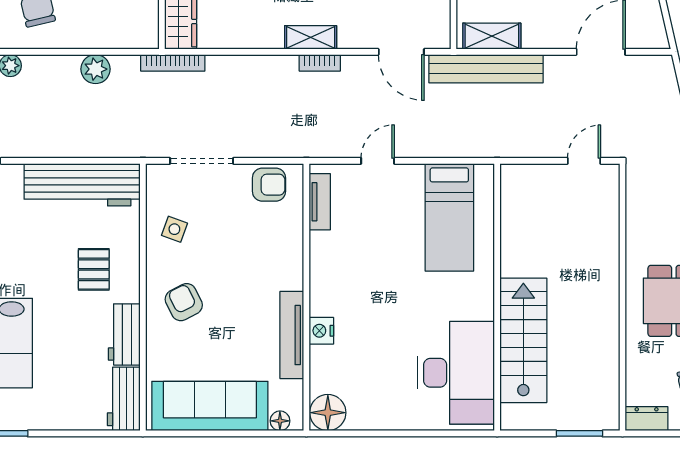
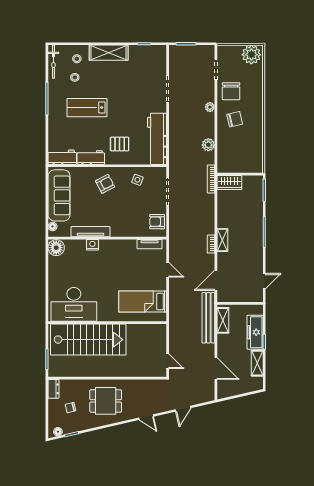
armchair: (269, 185) -> (157, 222), turned 90
stairs: (523, 340) -> (88, 340), width x1.36, depth x1.51

